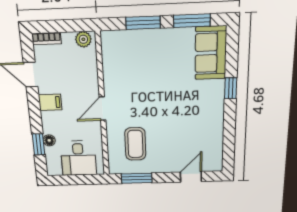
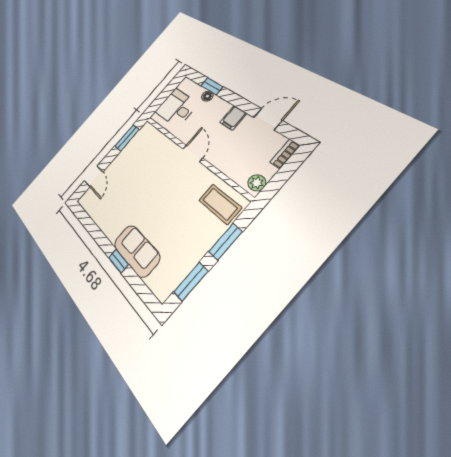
sofa: (211, 53) -> (137, 251), moved
coffee table: (135, 144) -> (220, 204), moved

